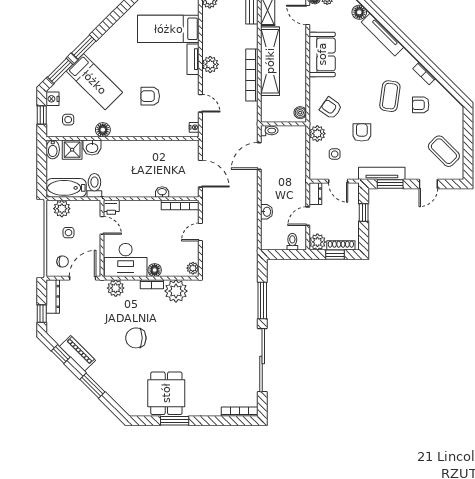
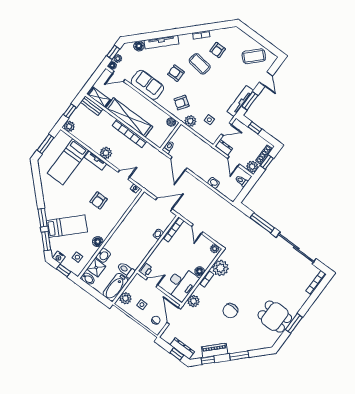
armchair: (362, 132) -> (176, 73), moved
dresser: (53, 296) -> (182, 348), moved

